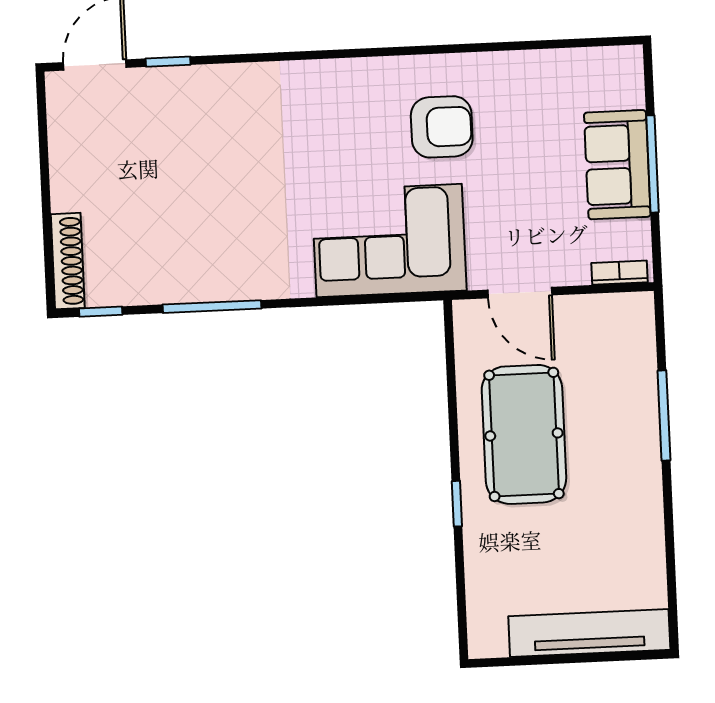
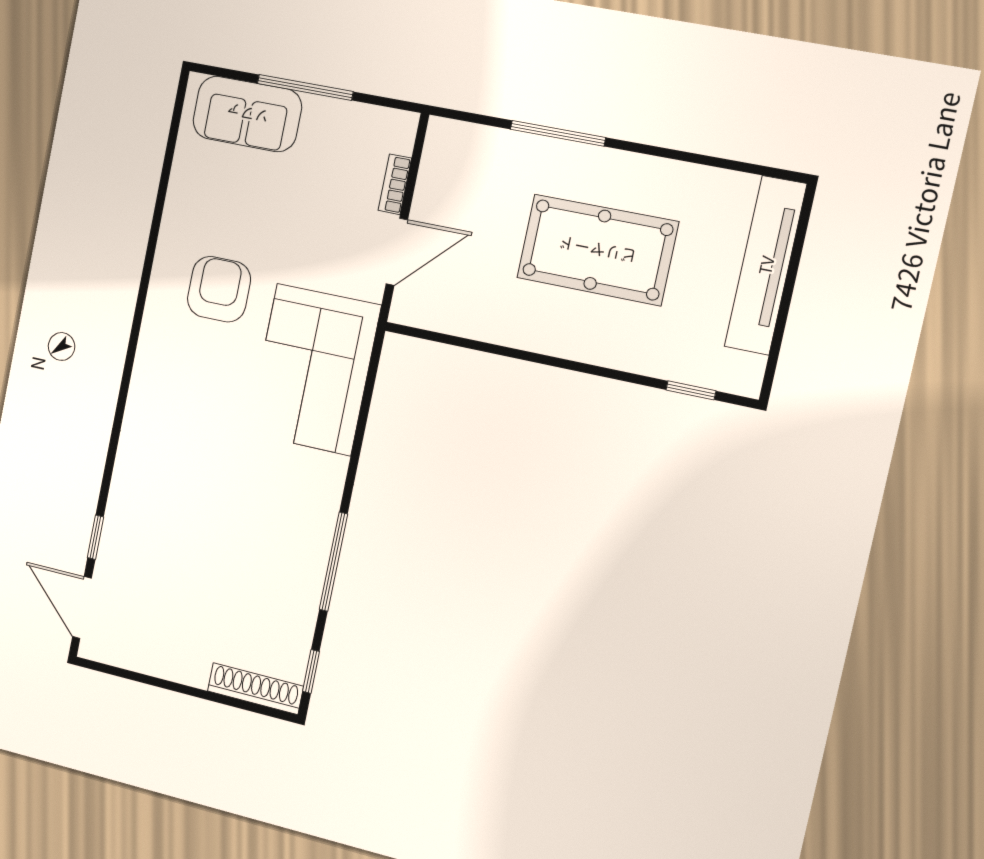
sofa: (617, 165) -> (247, 114), moved
bookcase: (620, 273) -> (395, 184), moved
pool table: (524, 434) -> (597, 250), moved
window: (457, 504) -> (691, 390), moved

